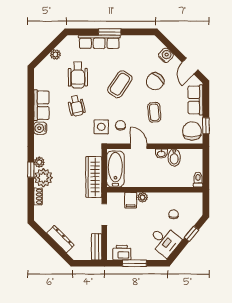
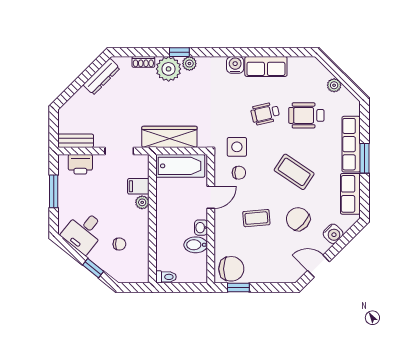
row of seats: (195, 100) -> (350, 194), moved, turned -90
dresser: (60, 239) -> (102, 77), moved
printer: (122, 253) -> (80, 164), moved, turned 90

